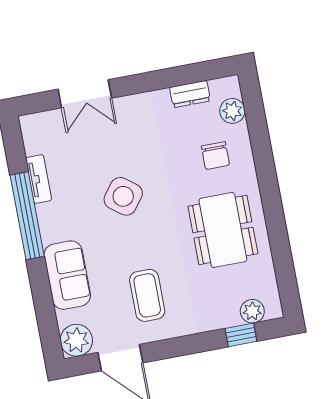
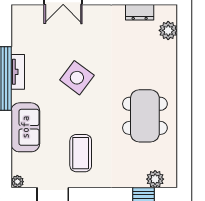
chair: (215, 156) -> (150, 61), removed
tv unit: (39, 179) -> (18, 72), moved
plant: (76, 340) -> (17, 182), width x0.53, depth x0.53

